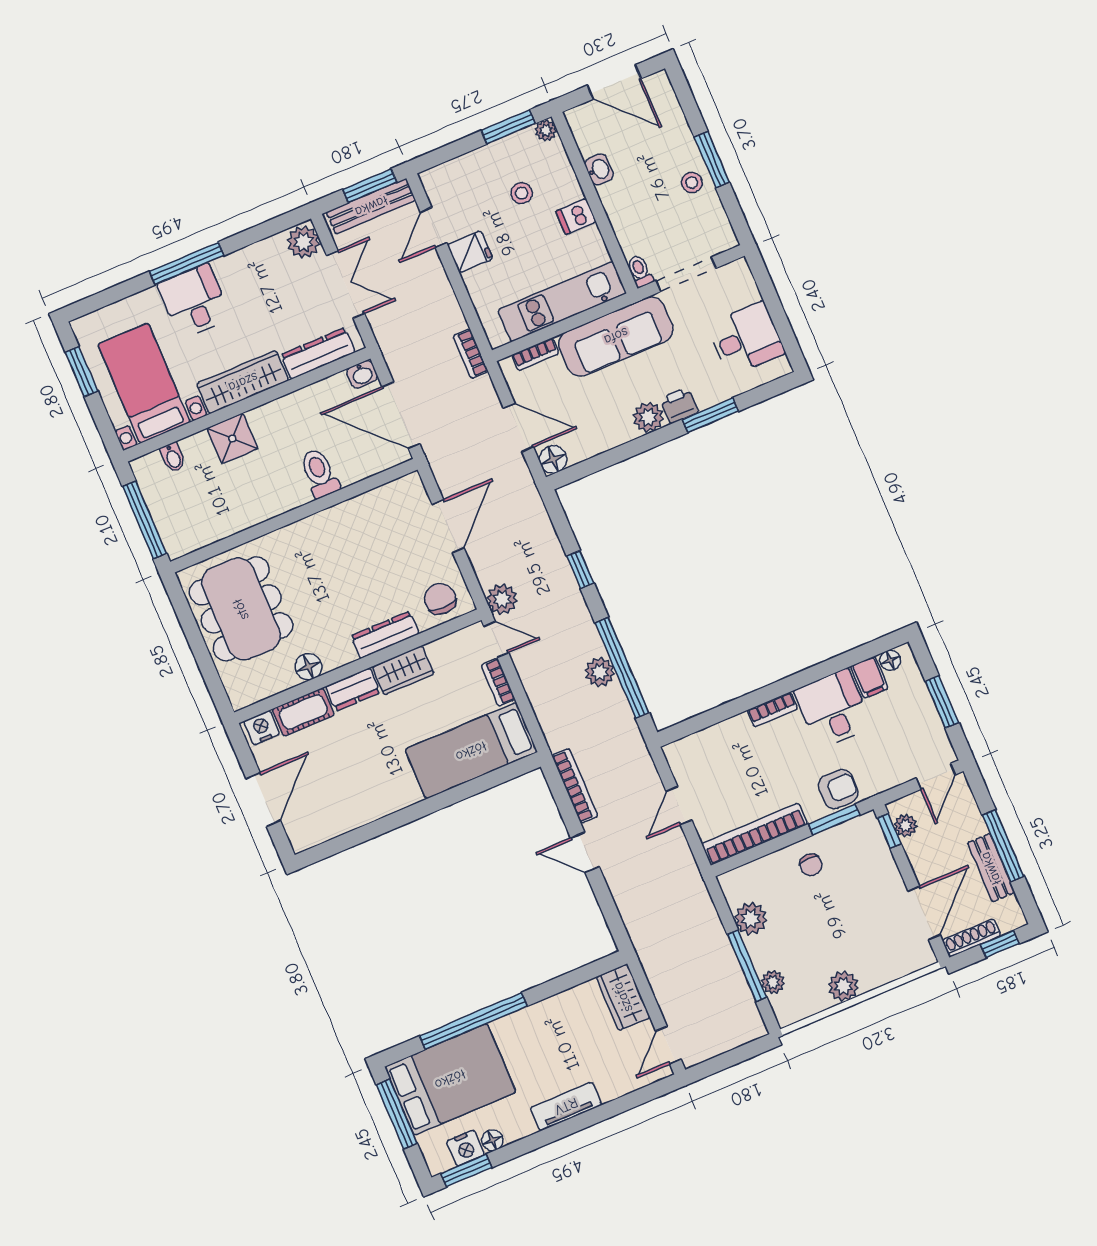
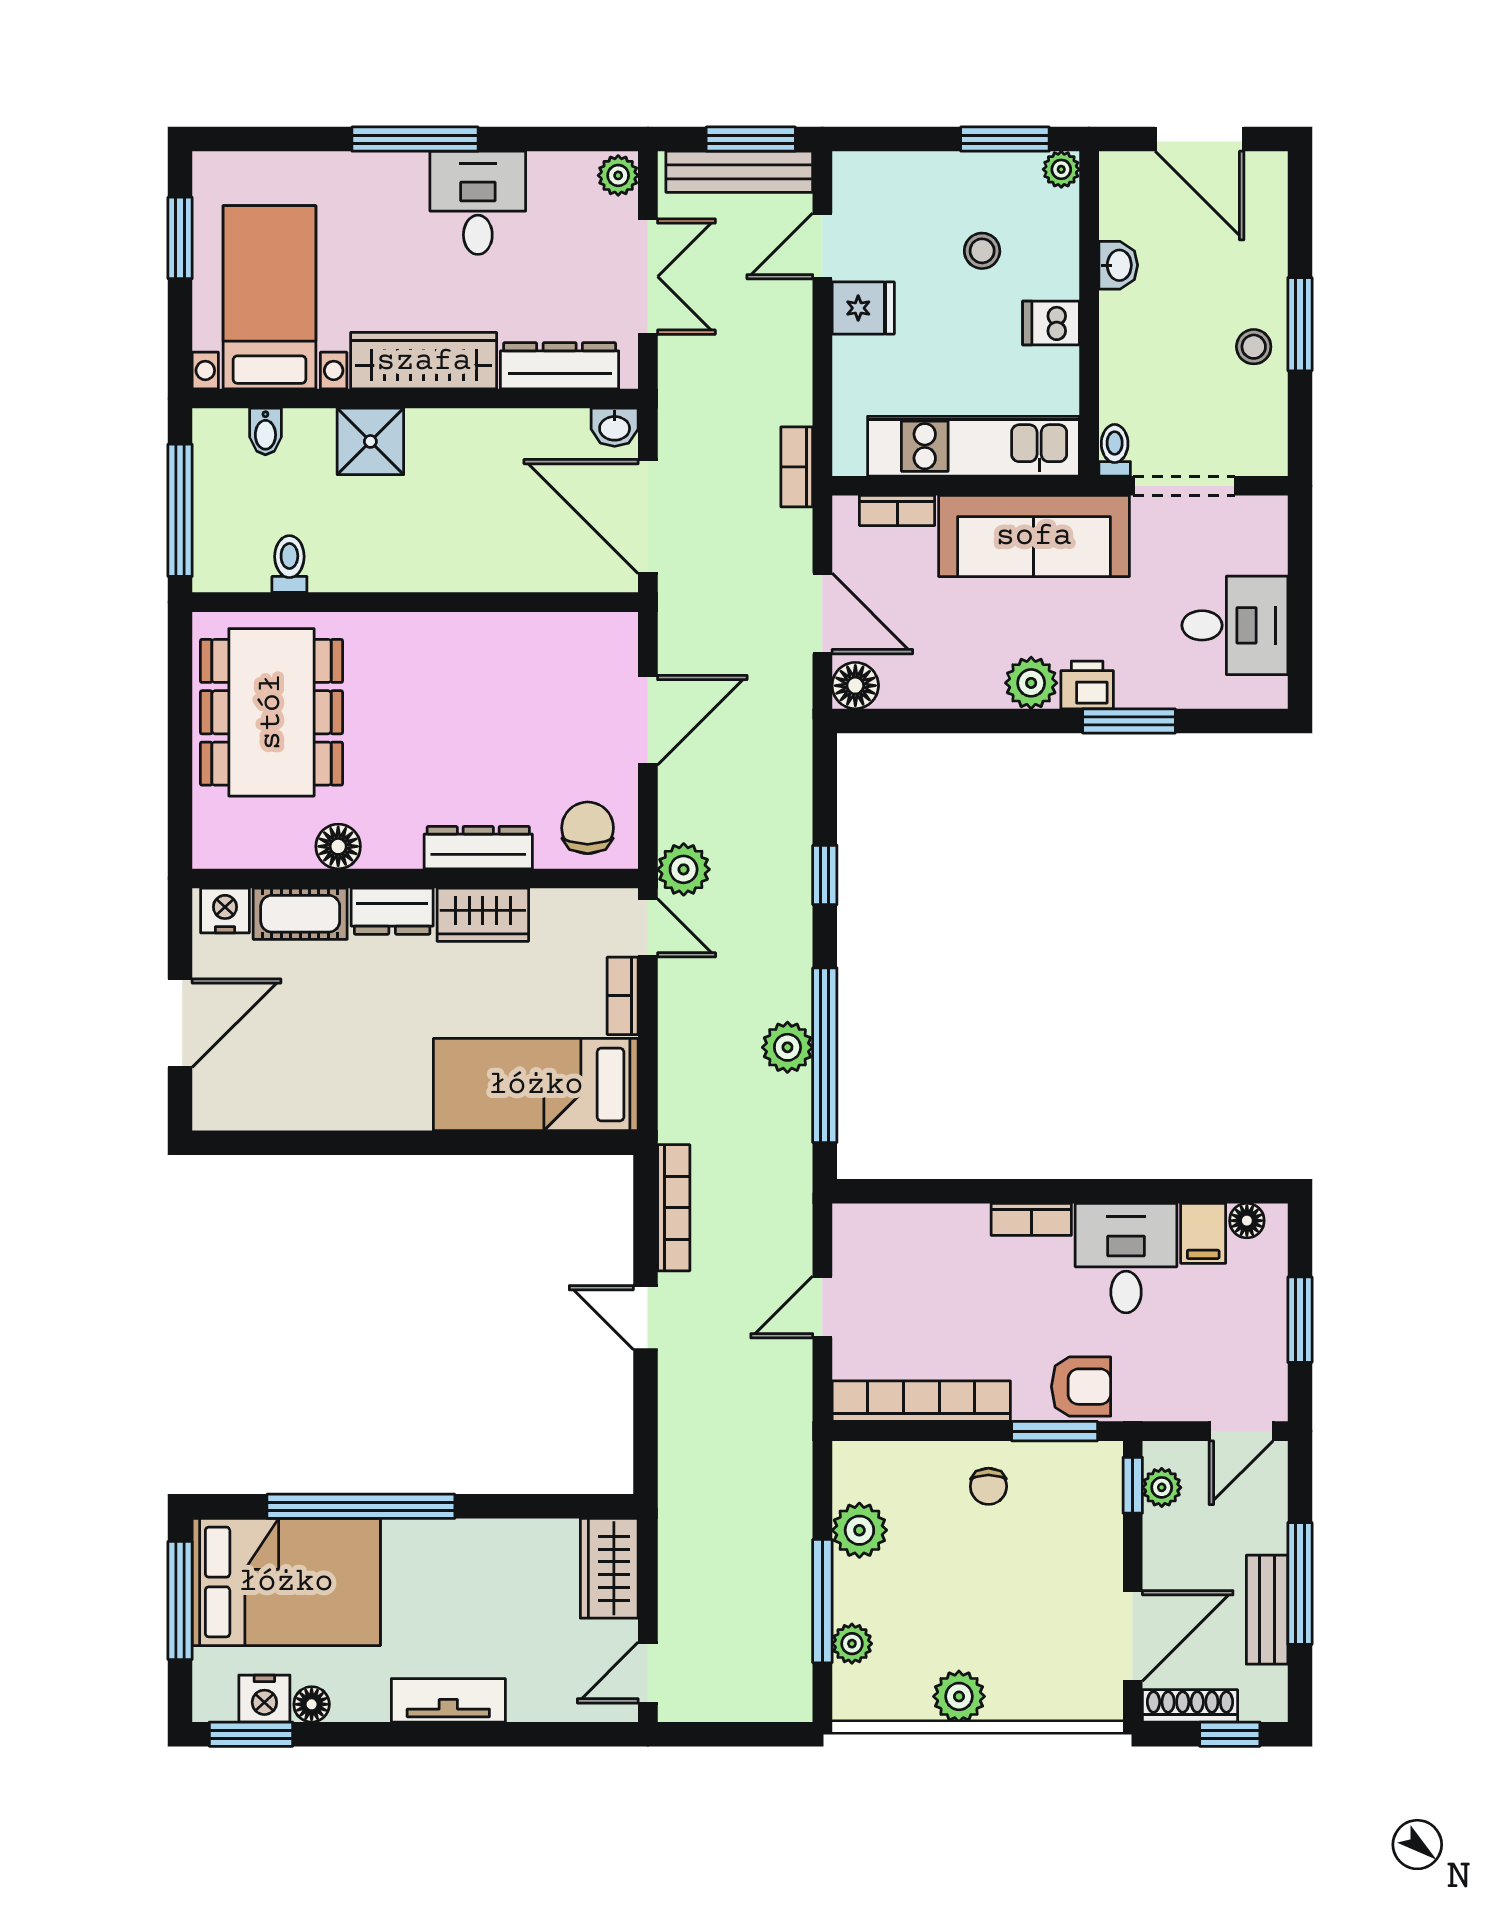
plant: (303, 242) -> (618, 175), width x0.73, depth x0.73
desk: (194, 301) -> (478, 203), moved
toilet: (319, 473) -> (289, 564), moved, width x0.73, depth x0.72

